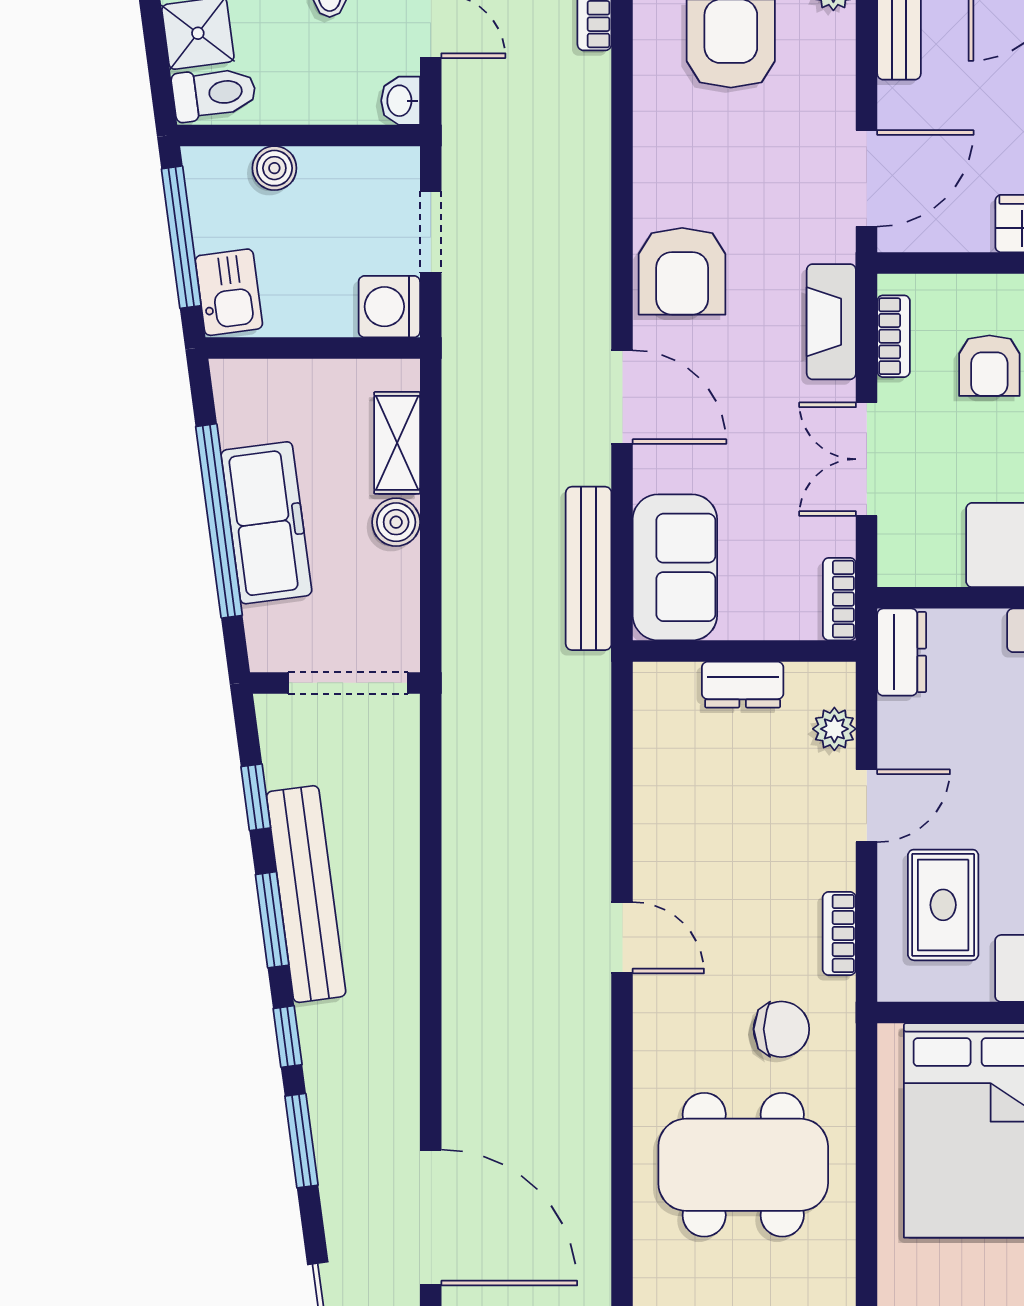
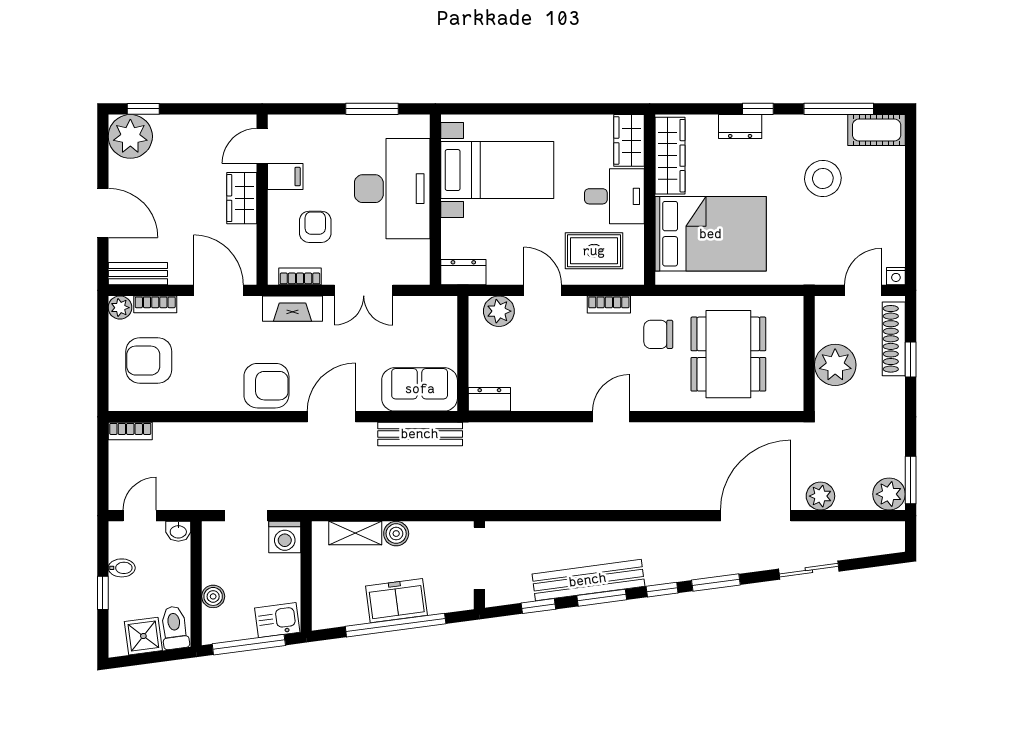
armchair: (989, 366) -> (315, 227), turned -90
freezer: (266, 523) -> (396, 601), width x0.71
bookcase: (839, 599) -> (155, 304), moved
dresser: (743, 685) -> (489, 399), moved, turned -90
plant: (834, 729) -> (499, 311), width x1.38, depth x1.38
chair: (781, 1029) -> (658, 334), turned -90

